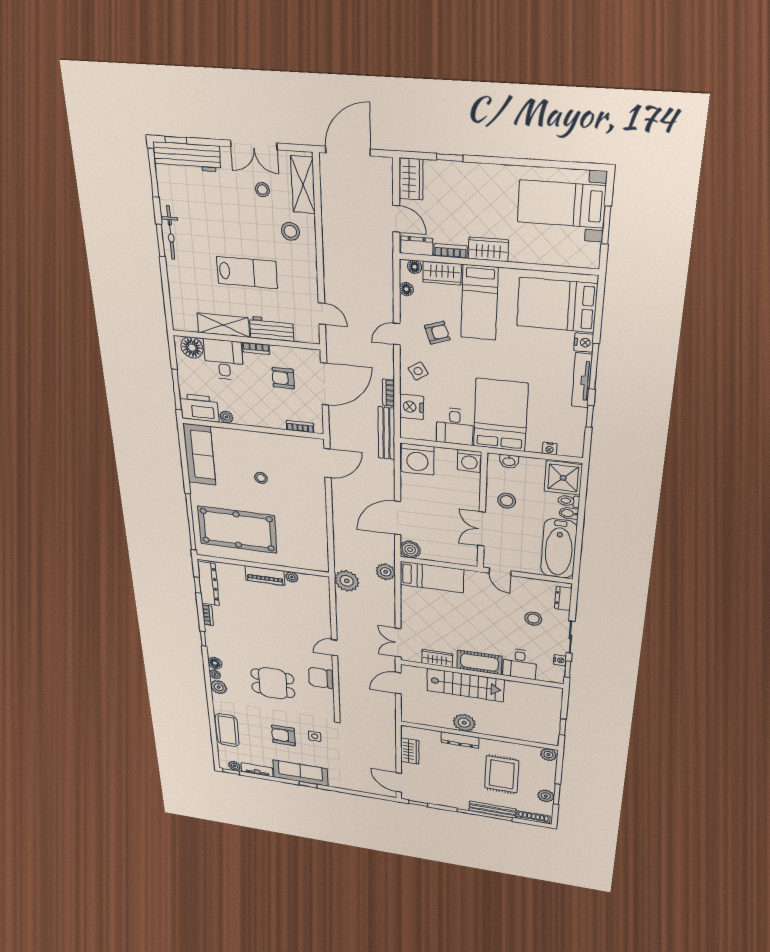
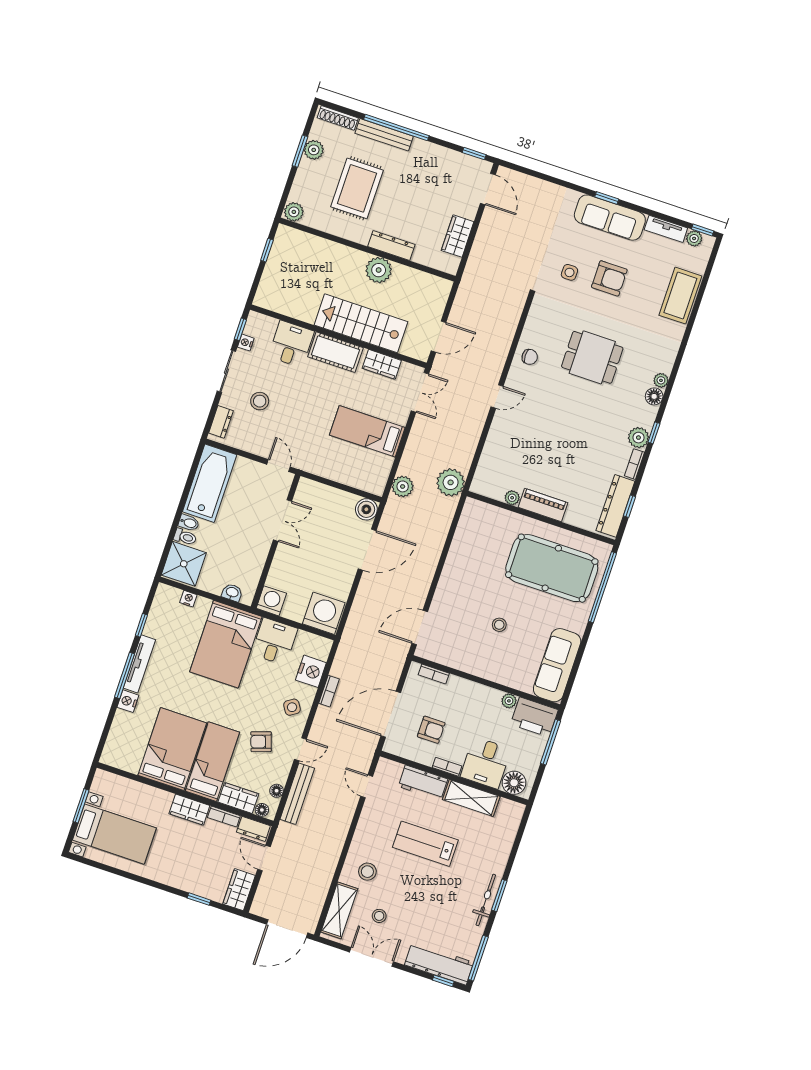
bed: (557, 305) -> (172, 749), moved, turned -90
bench: (386, 433) -> (297, 794), moved
stool: (507, 501) -> (247, 549), removed
bed: (432, 577) -> (367, 431), moved
chair: (321, 678) -> (530, 357), width x0.54, depth x0.54
plant: (219, 687) -> (638, 438), moved

